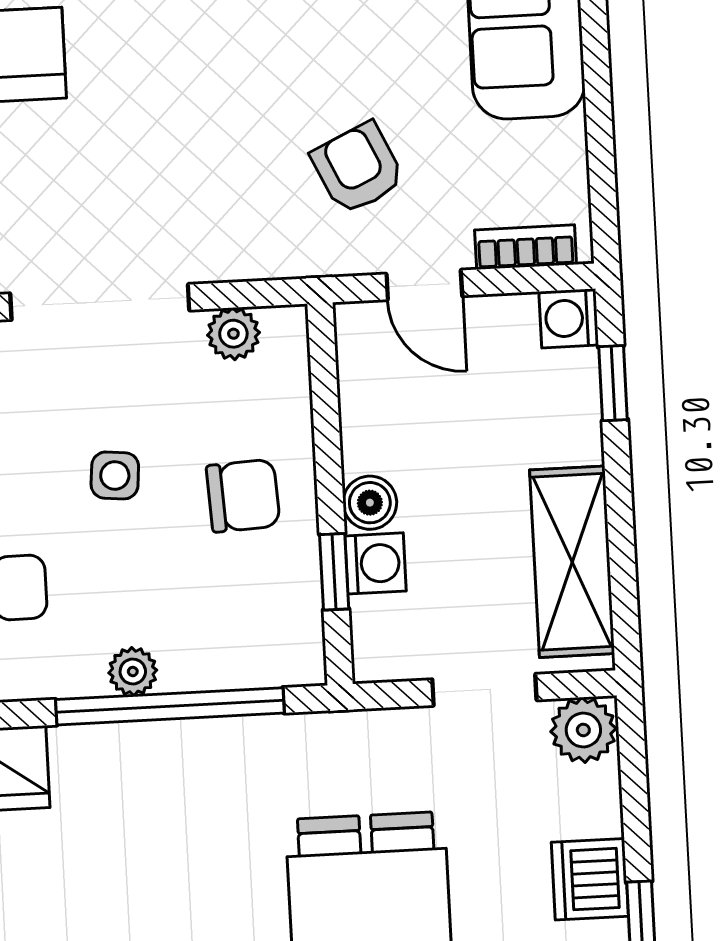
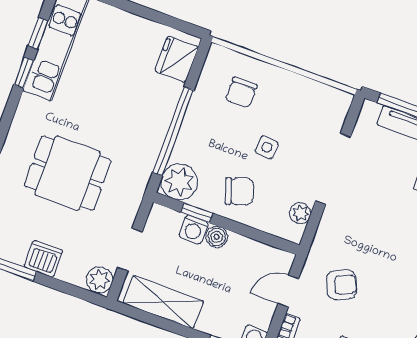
chair: (243, 496) -> (239, 191), turned -105
plant: (133, 672) -> (179, 182), moved, width x1.88, depth x1.88

